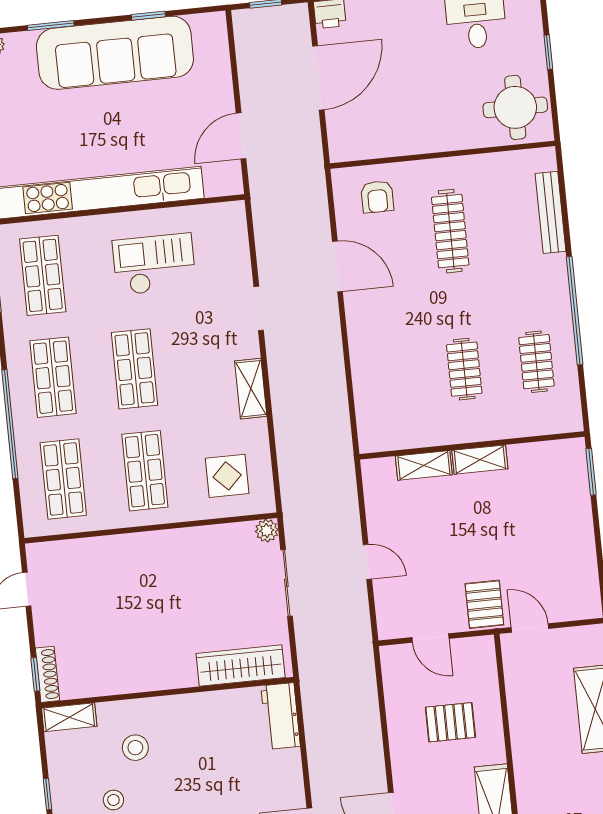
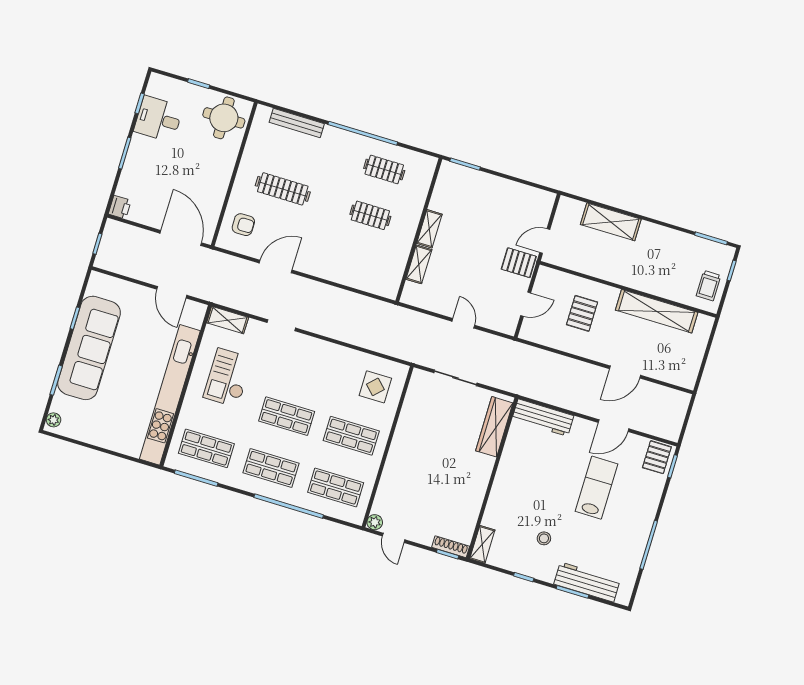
door: (318, 78) -> (181, 238), moved
shelving: (251, 389) -> (228, 320), moved
plant: (267, 531) -> (375, 522), moved
door: (367, 562) -> (463, 323), hinge flipped
workbench: (281, 716) -> (543, 418), width x1.38
stool: (135, 748) -> (518, 512), removed

